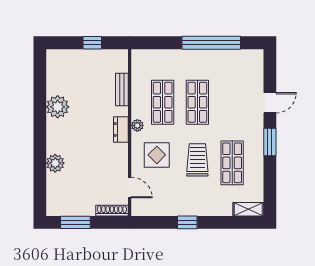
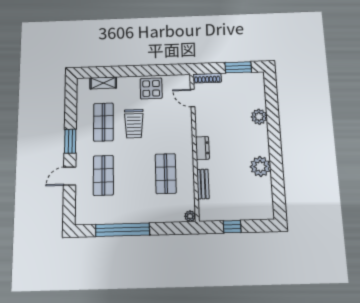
shop shelf: (197, 102) -> (103, 175), moved
plant: (137, 125) -> (190, 216), moved
display table: (157, 155) -> (151, 88), moved
shelving: (248, 209) -> (103, 83), moved
window: (187, 222) -> (142, 71), removed

